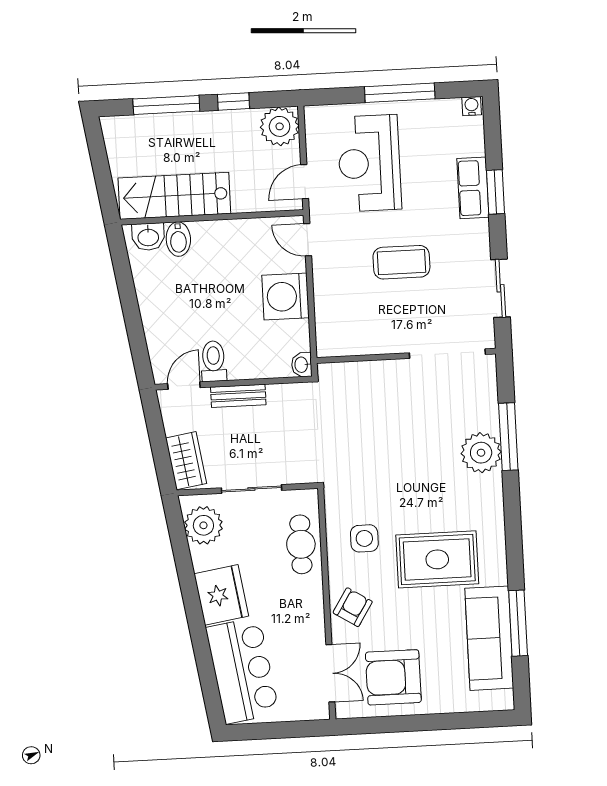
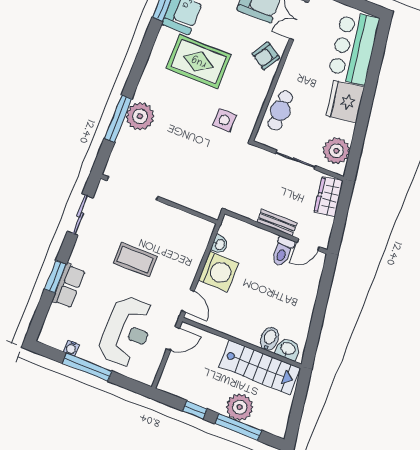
water cooler: (472, 106) -> (71, 348), moved
plant: (280, 126) -> (240, 407), moved
washbasin: (302, 365) -> (220, 245), moved
side table: (364, 538) -> (224, 120), moved

